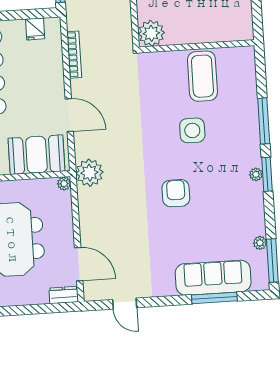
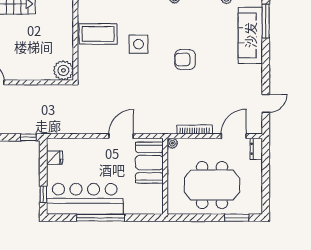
bookcase: (74, 55) -> (195, 129), moved
plant: (89, 173) -> (165, 124), removed
window: (214, 298) -> (266, 21), moved

